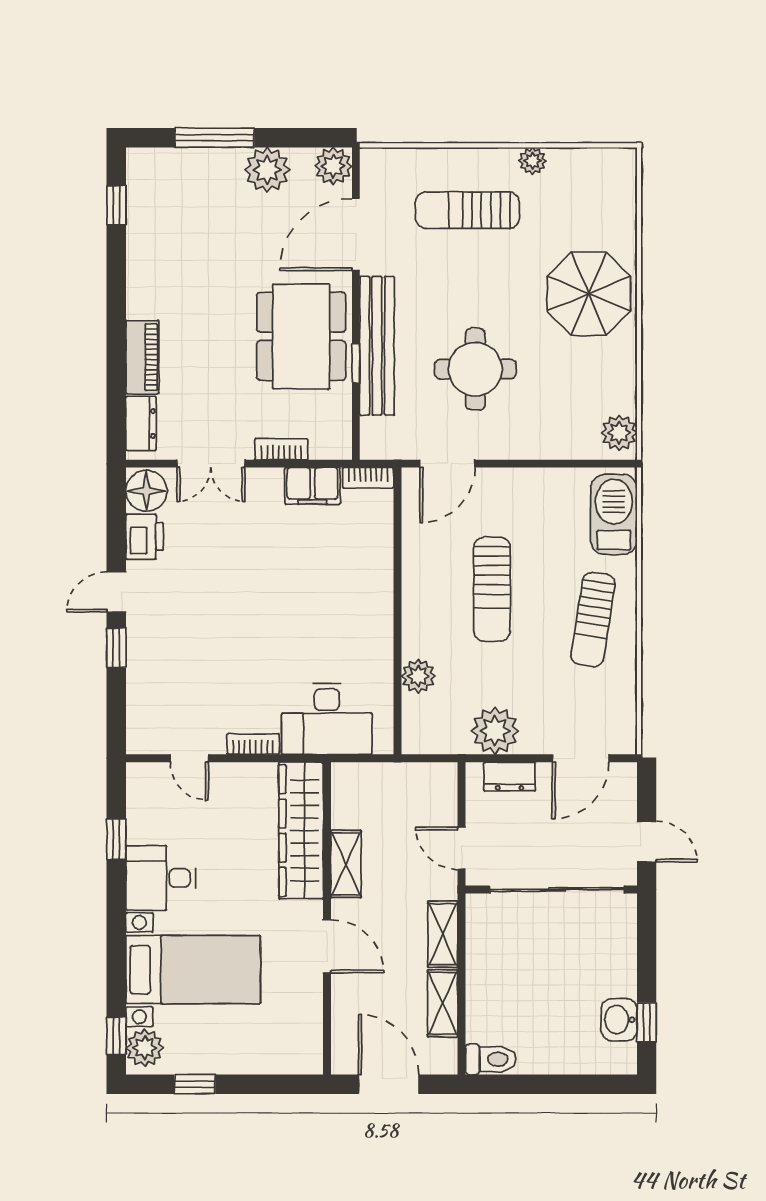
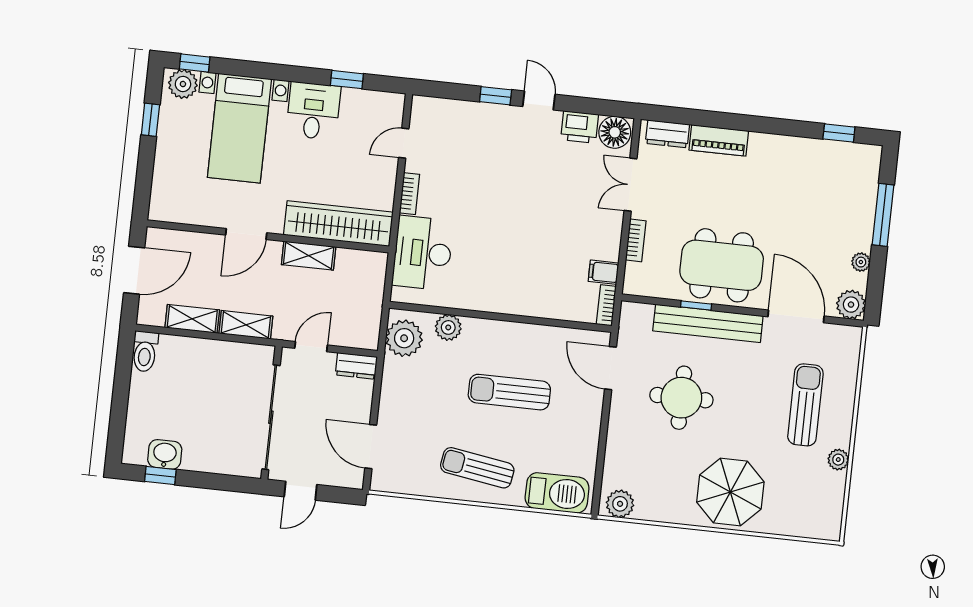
plant: (267, 170) -> (861, 262), width x0.53, depth x0.53
filing cabinet: (312, 486) -> (603, 272), width x0.50
plant: (495, 731) -> (404, 338), moved
dresser: (509, 777) -> (356, 366), moved, turned -90

